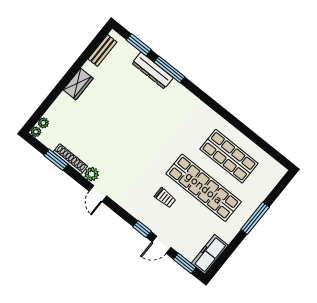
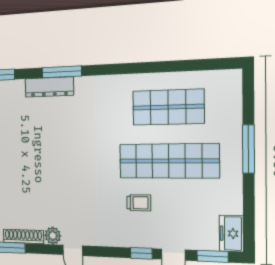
window: (169, 69) -> (62, 72), moved
dresser: (153, 71) -> (49, 87), moved
freezer: (210, 254) -> (231, 233), width x0.71

